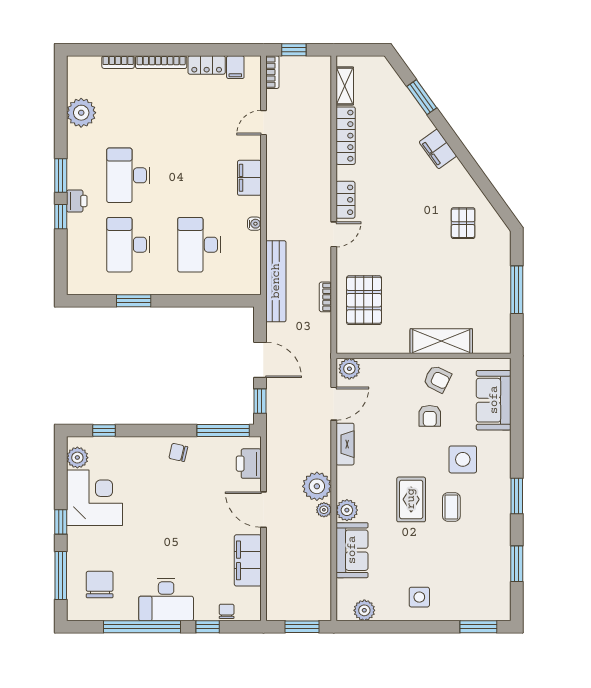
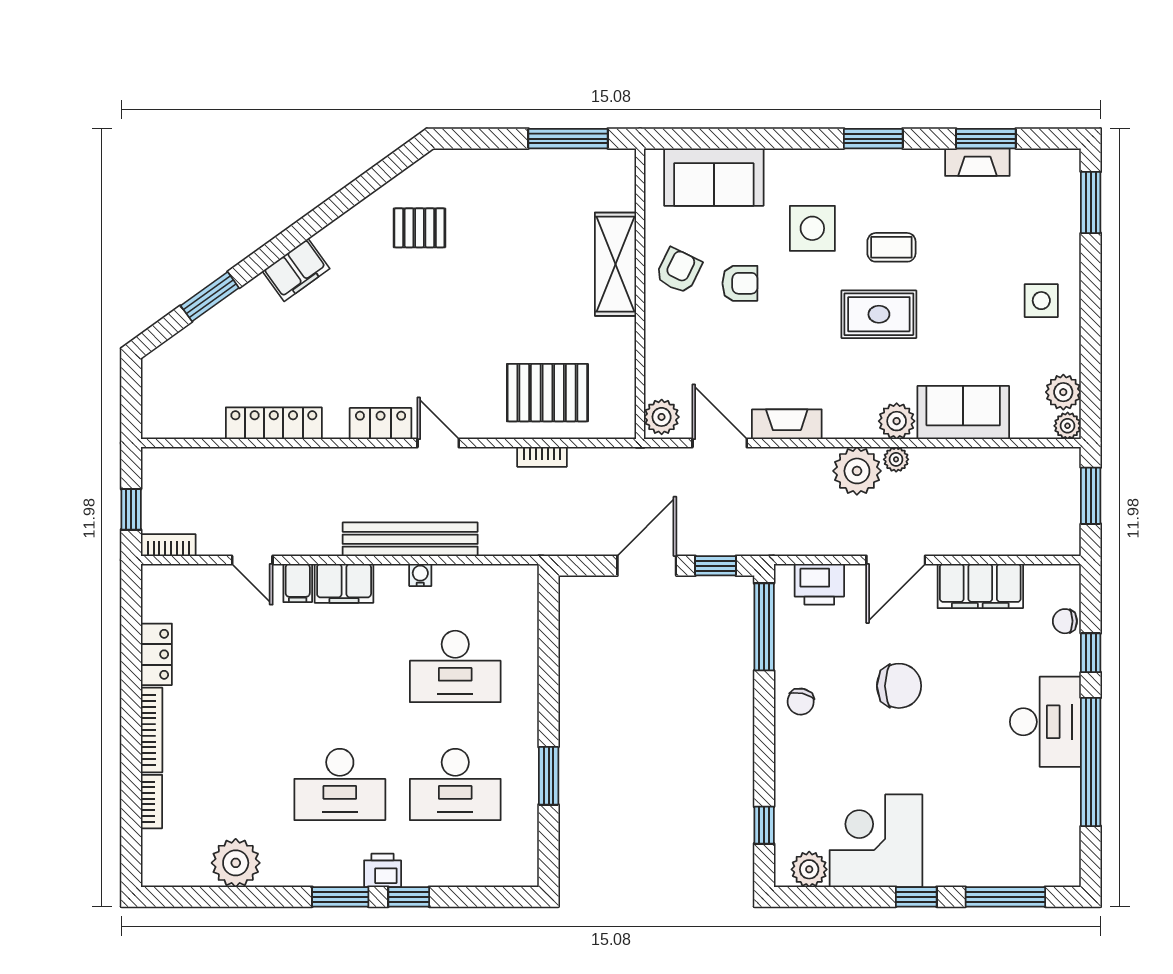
filing cabinet: (235, 67) -> (298, 583), moved, turned 90
shelving: (345, 86) -> (191, 425), removed
bench: (276, 281) -> (410, 539), moved
window: (517, 290) -> (568, 139), moved
fireplace: (503, 559) -> (977, 162), added
chair: (100, 585) -> (899, 686), moved, turned 180
plant: (344, 613) -> (1068, 426), added

